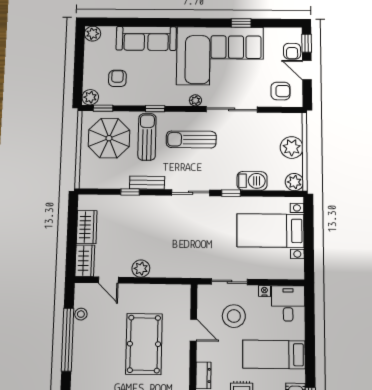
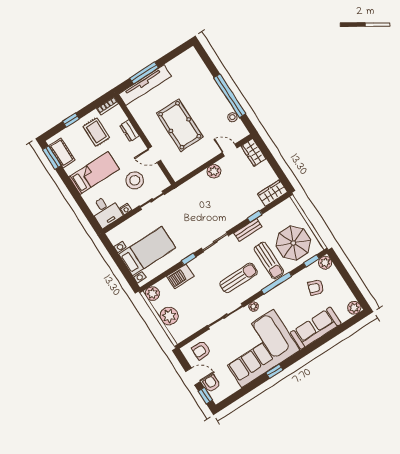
window: (241, 23) -> (274, 371), moved
armchair: (117, 78) -> (316, 287), turned 109
window: (155, 109) -> (277, 283), width x2.17
wardrobe: (87, 227) -> (273, 193), moved, turned 90

